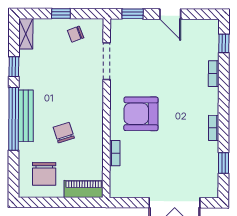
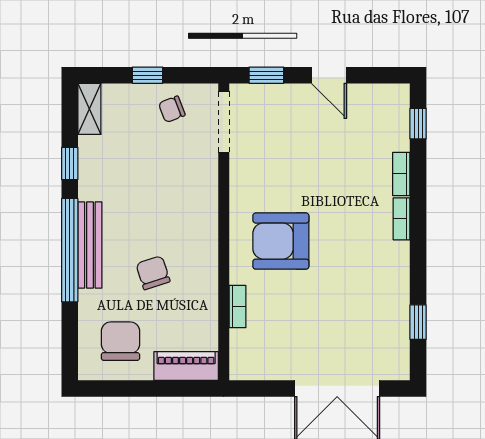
doorway: (107, 61) -> (224, 122), moved
bookcase: (214, 128) -> (402, 219), moved
chair: (44, 174) -> (120, 341), turned 180

